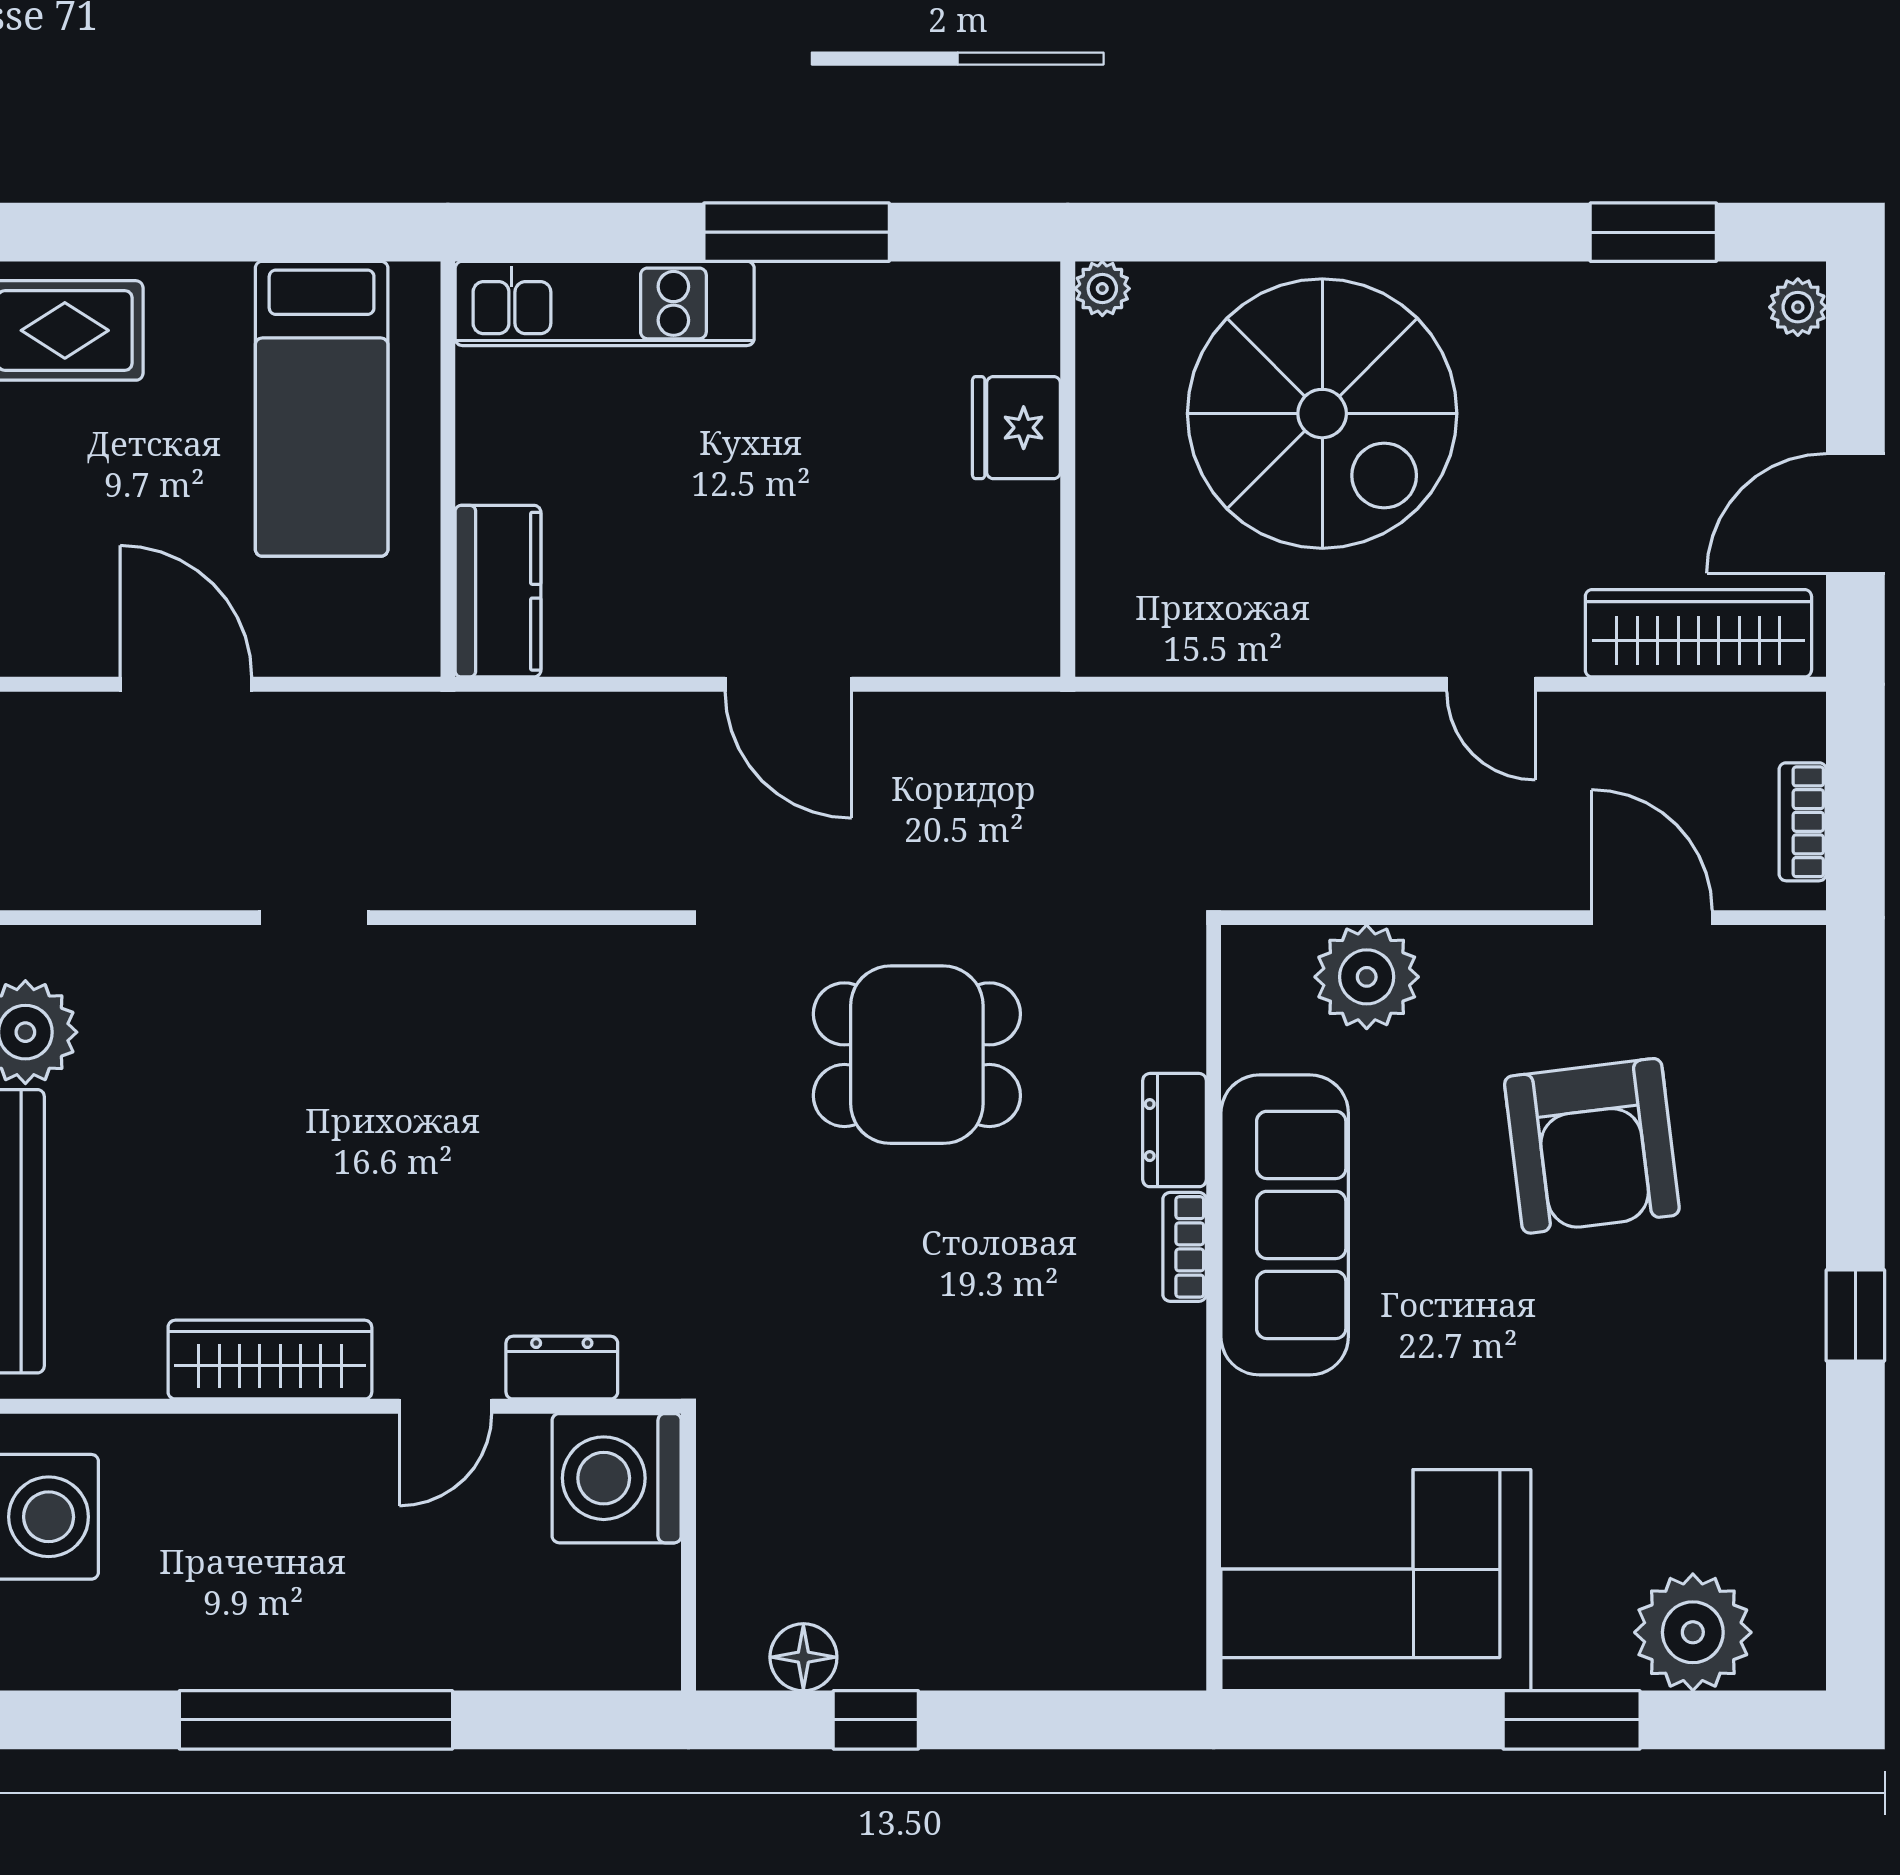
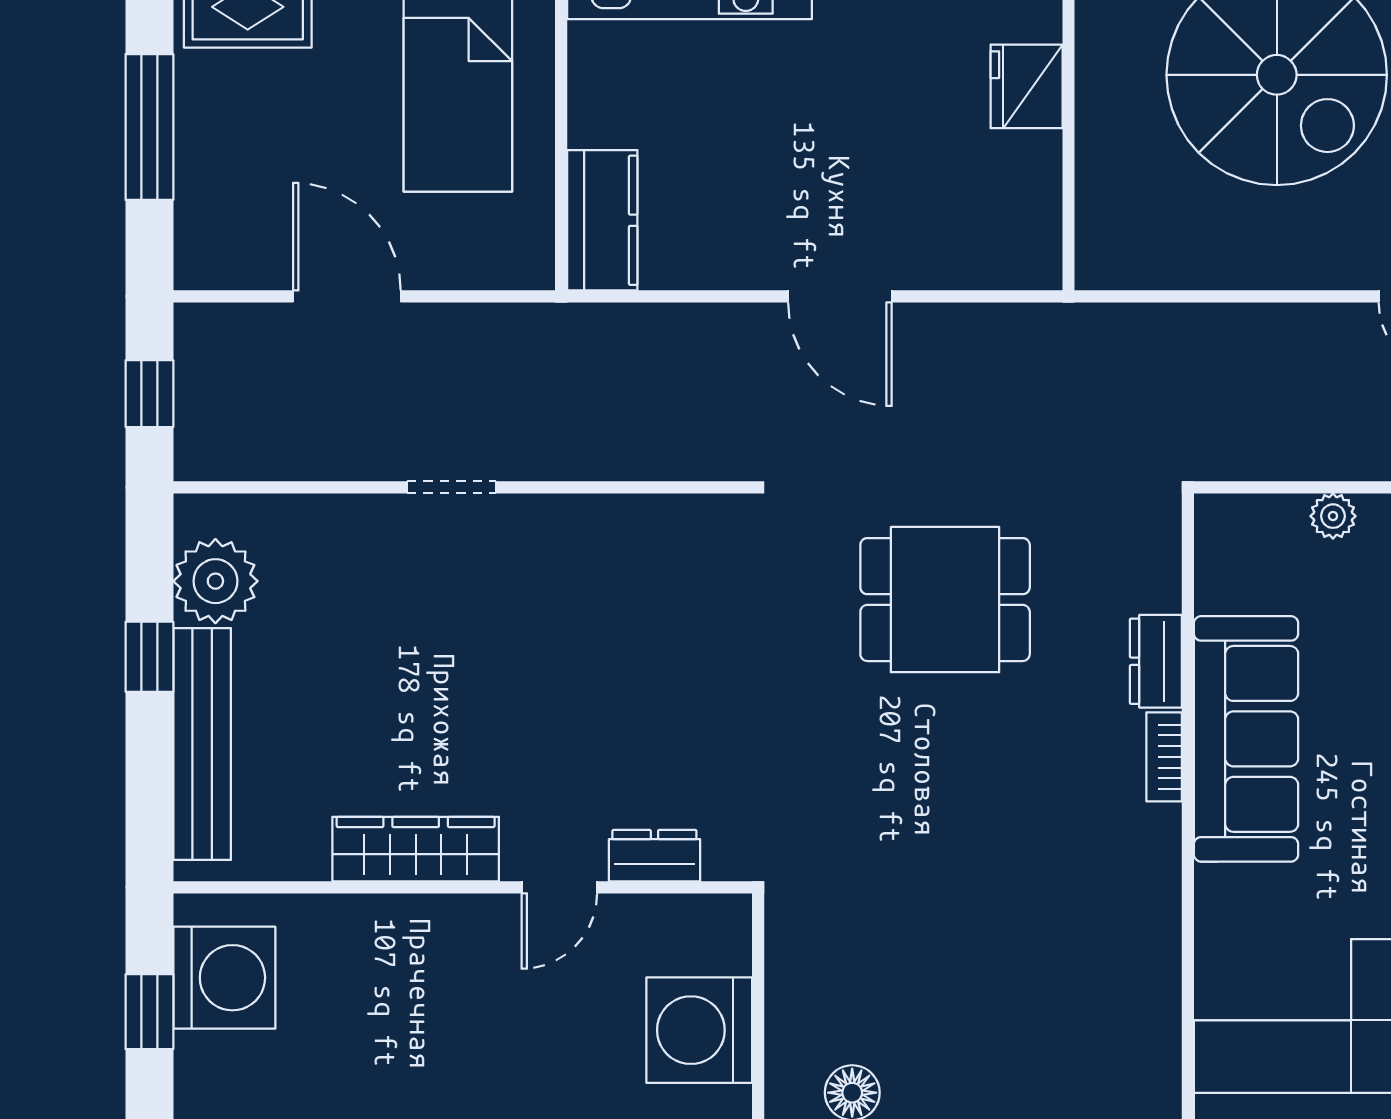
plant: (1367, 977) -> (1333, 516), width x0.53, depth x0.53
washing machine: (617, 1478) -> (699, 1030), moved

